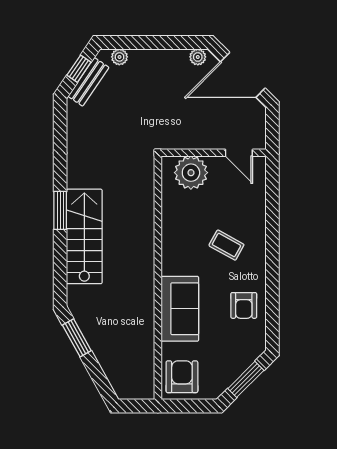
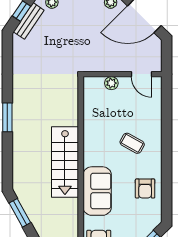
plant: (191, 173) -> (111, 83), width x0.53, depth x0.53
stairs: (84, 236) -> (65, 162), moved, turned 180

